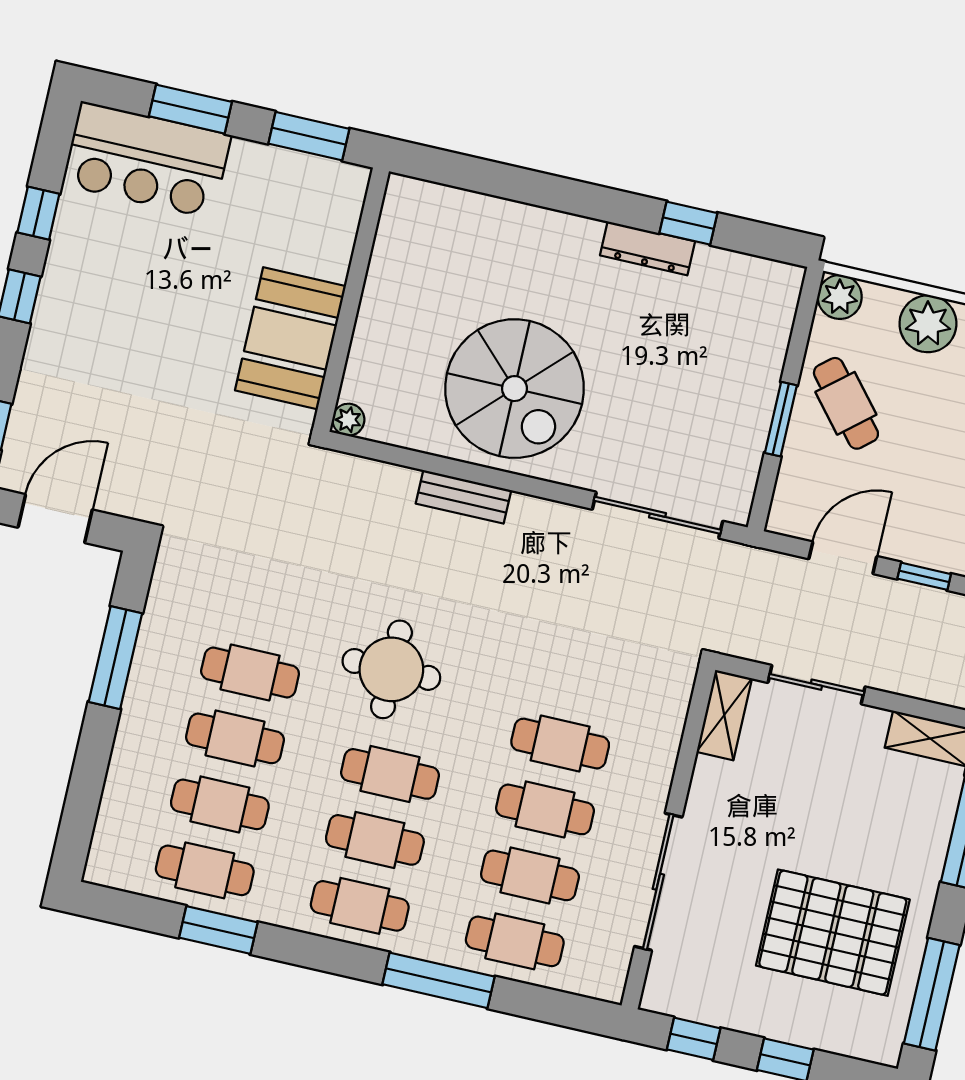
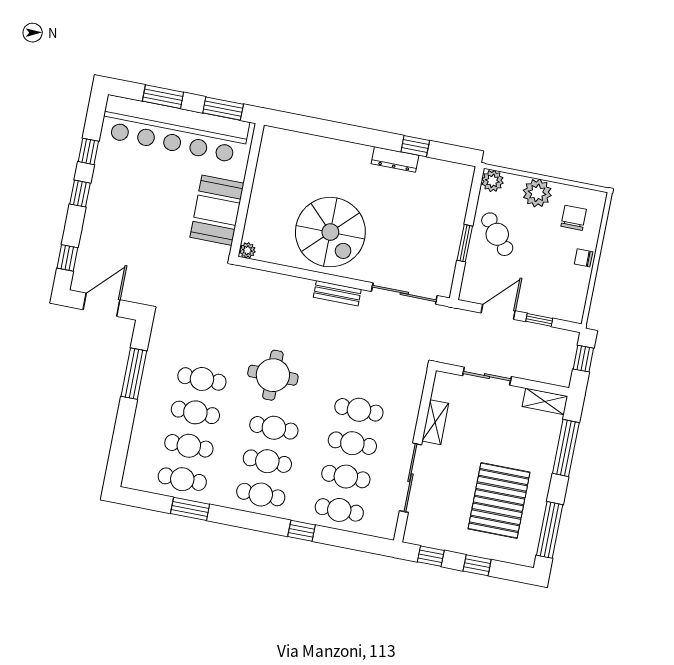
bar counter: (147, 160) -> (175, 129), width x1.86
bench: (463, 497) -> (337, 293), moved
shelving: (724, 715) -> (435, 422), moved
pallet: (833, 933) -> (499, 501), turned 90
window: (439, 980) -> (302, 531), width x0.46

